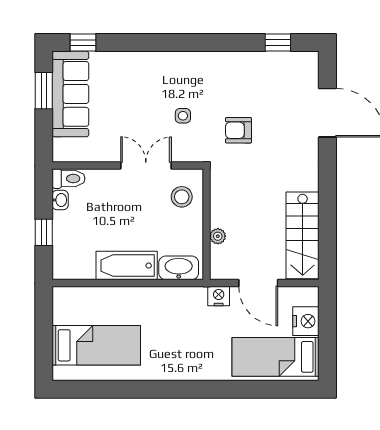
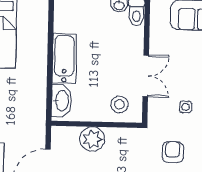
plant: (218, 236) -> (92, 139), width x1.88, depth x1.88
nightstand: (219, 296) -> (38, 133), removed

